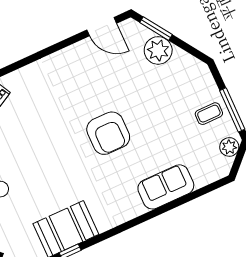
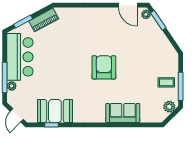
plant: (158, 50) -> (146, 14), moved, width x0.53, depth x0.53
armchair: (108, 133) -> (104, 67), turned 180

